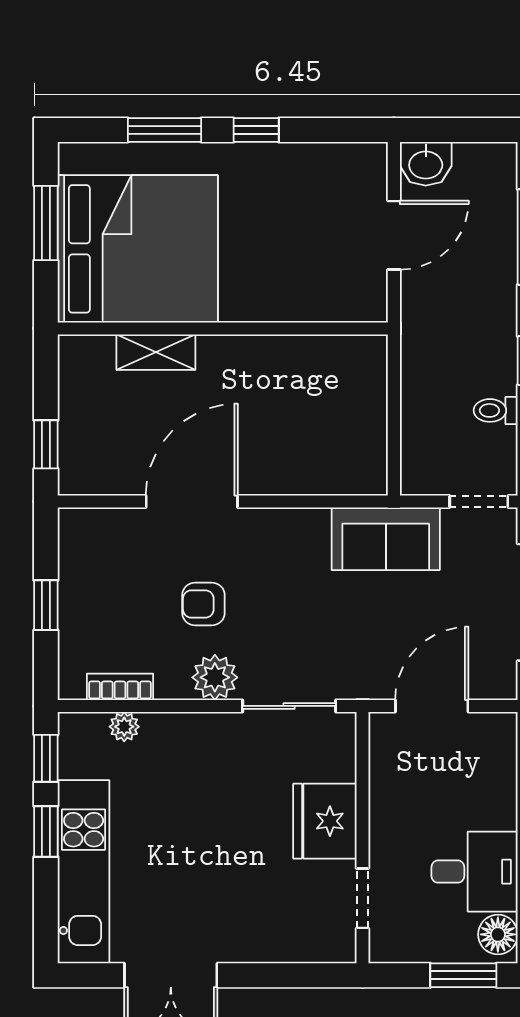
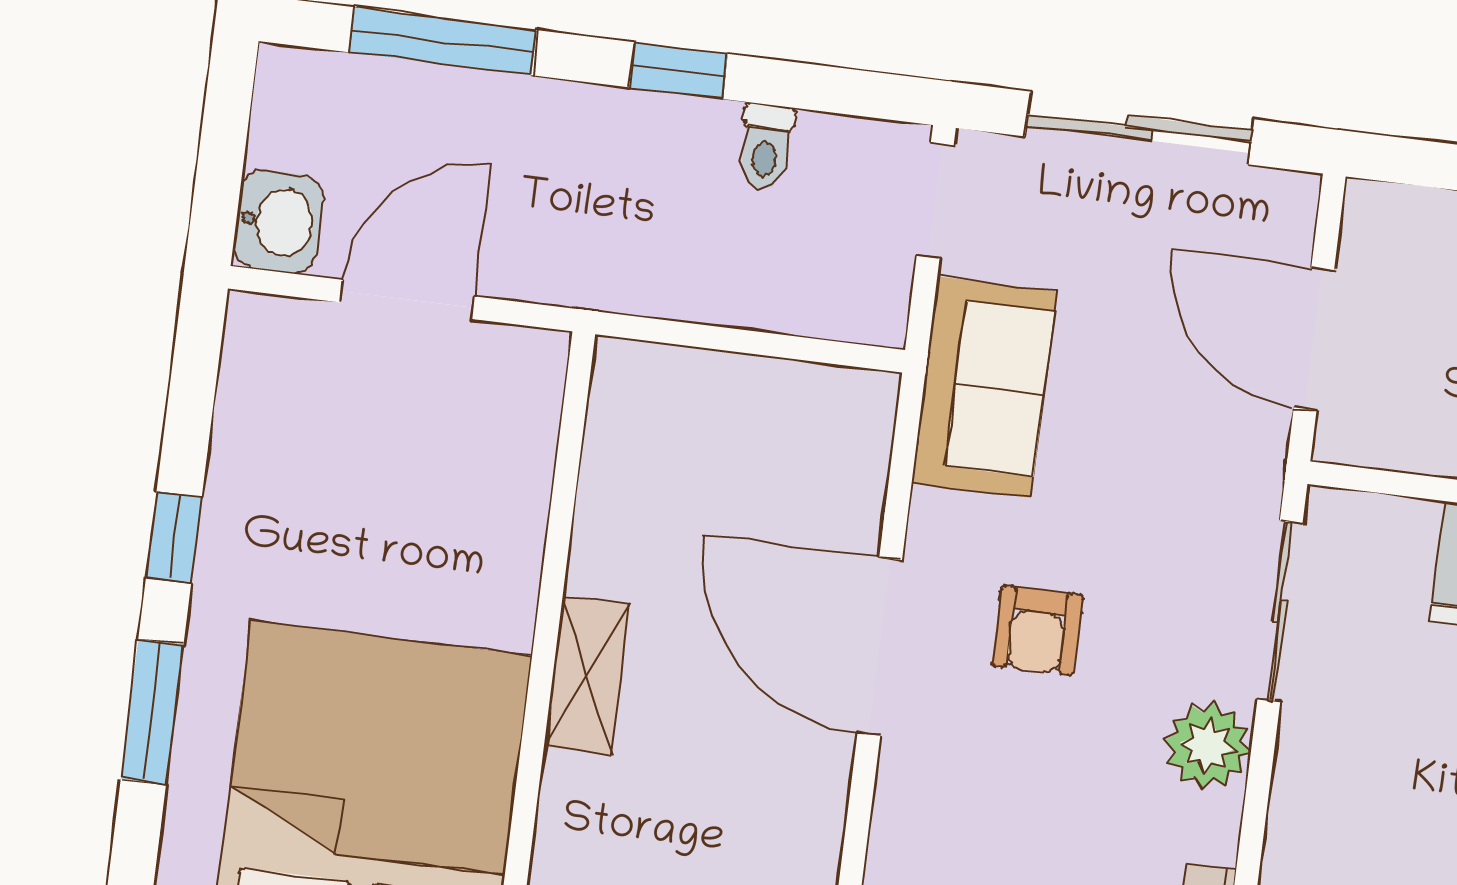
door: (394, 235) -> (407, 299), hinge flipped
shelving: (156, 352) -> (587, 676), moved
door: (192, 502) -> (880, 647), moved
armchair: (203, 604) -> (1037, 630), moved

